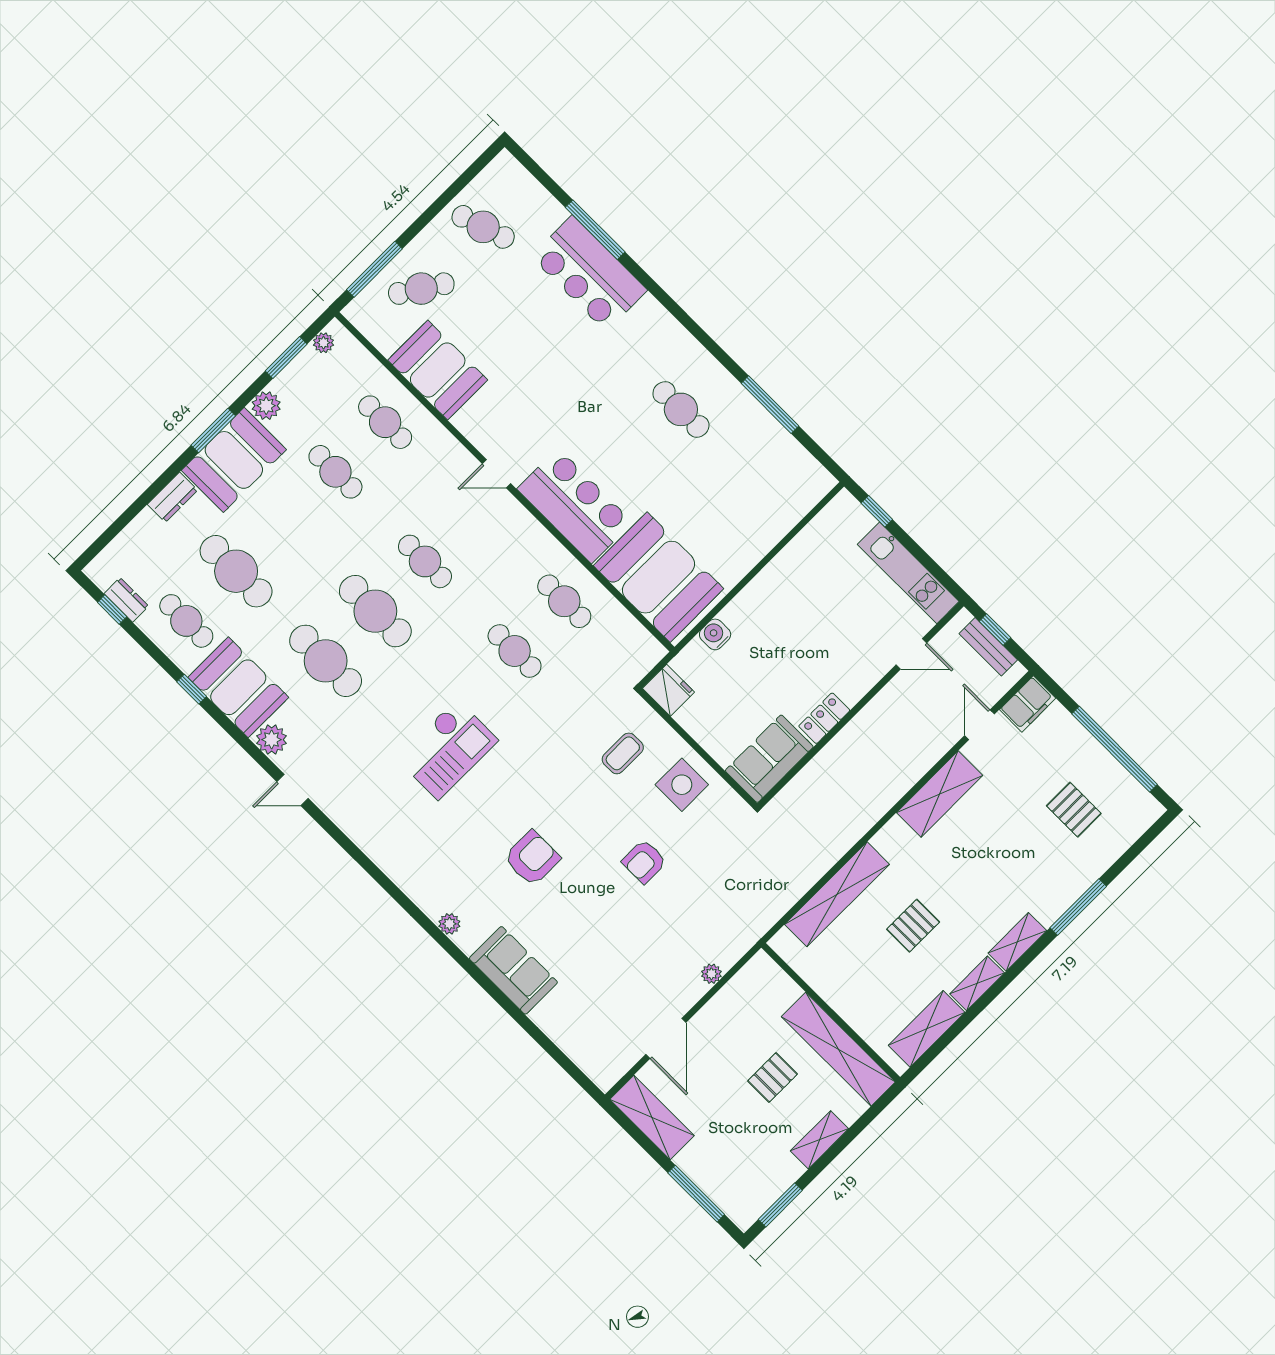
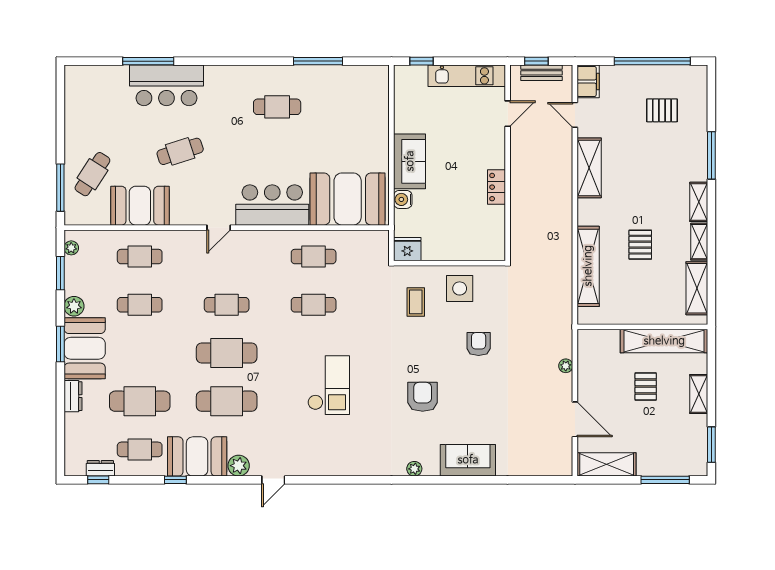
cafe table: (483, 227) -> (180, 151), moved
sofa: (769, 759) -> (410, 161), moved, turned 180
armchair: (644, 862) -> (479, 344), turned 180

